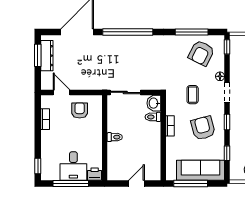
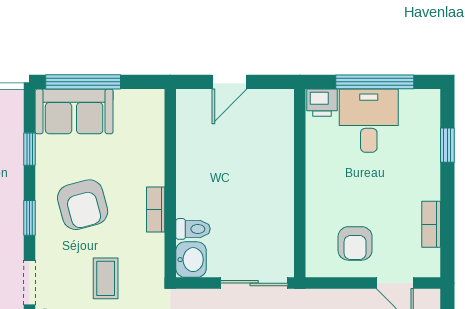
toilet: (115, 137) -> (278, 185), removed
window: (38, 166) -> (447, 145), moved
sofa: (200, 170) -> (74, 111), width x0.73
window: (191, 184) -> (83, 82), moved

